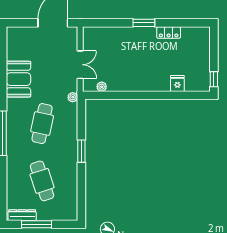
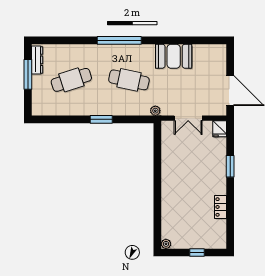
window: (144, 23) -> (230, 166), moved
window: (214, 79) -> (197, 253), moved
fridge: (177, 84) -> (220, 129), moved, turned 90
plant: (102, 87) -> (166, 244), moved

